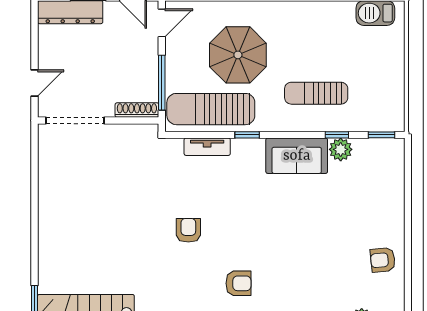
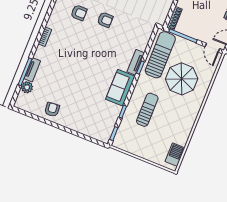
tv unit: (207, 147) -> (136, 62), moved
plant: (341, 149) -> (115, 111), removed
armchair: (238, 283) -> (79, 13), moved, turned -90

